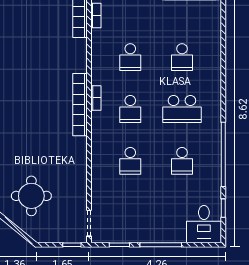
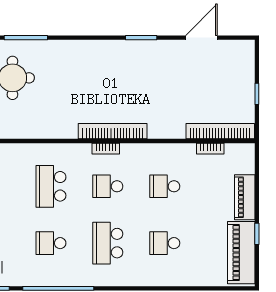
bookcase: (96, 98) -> (106, 149), moved
school desk: (130, 161) -> (51, 186), width x1.85

